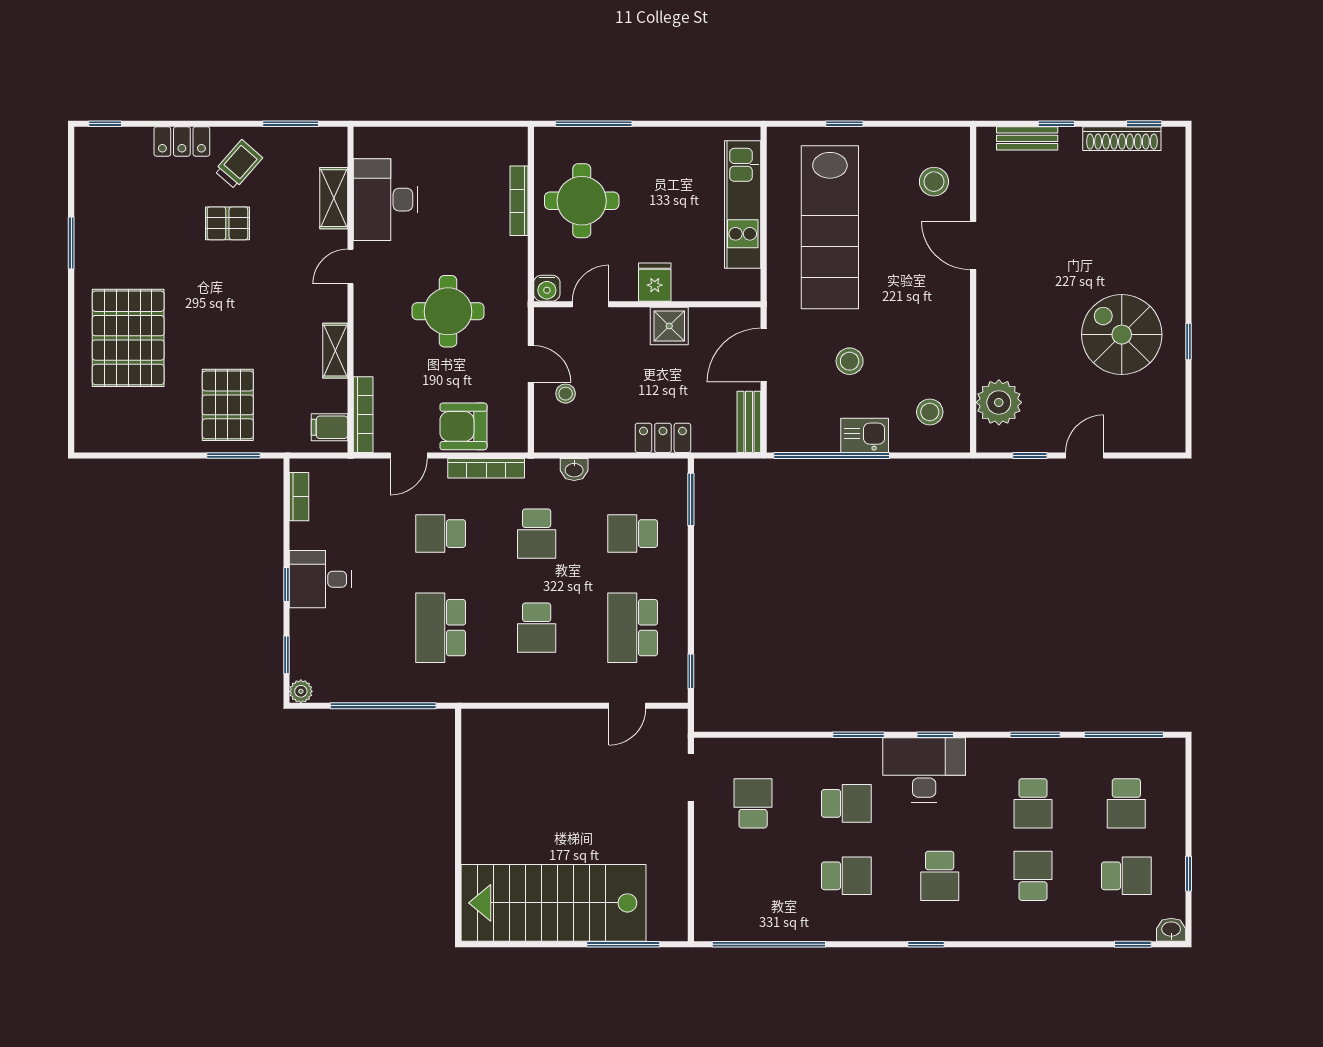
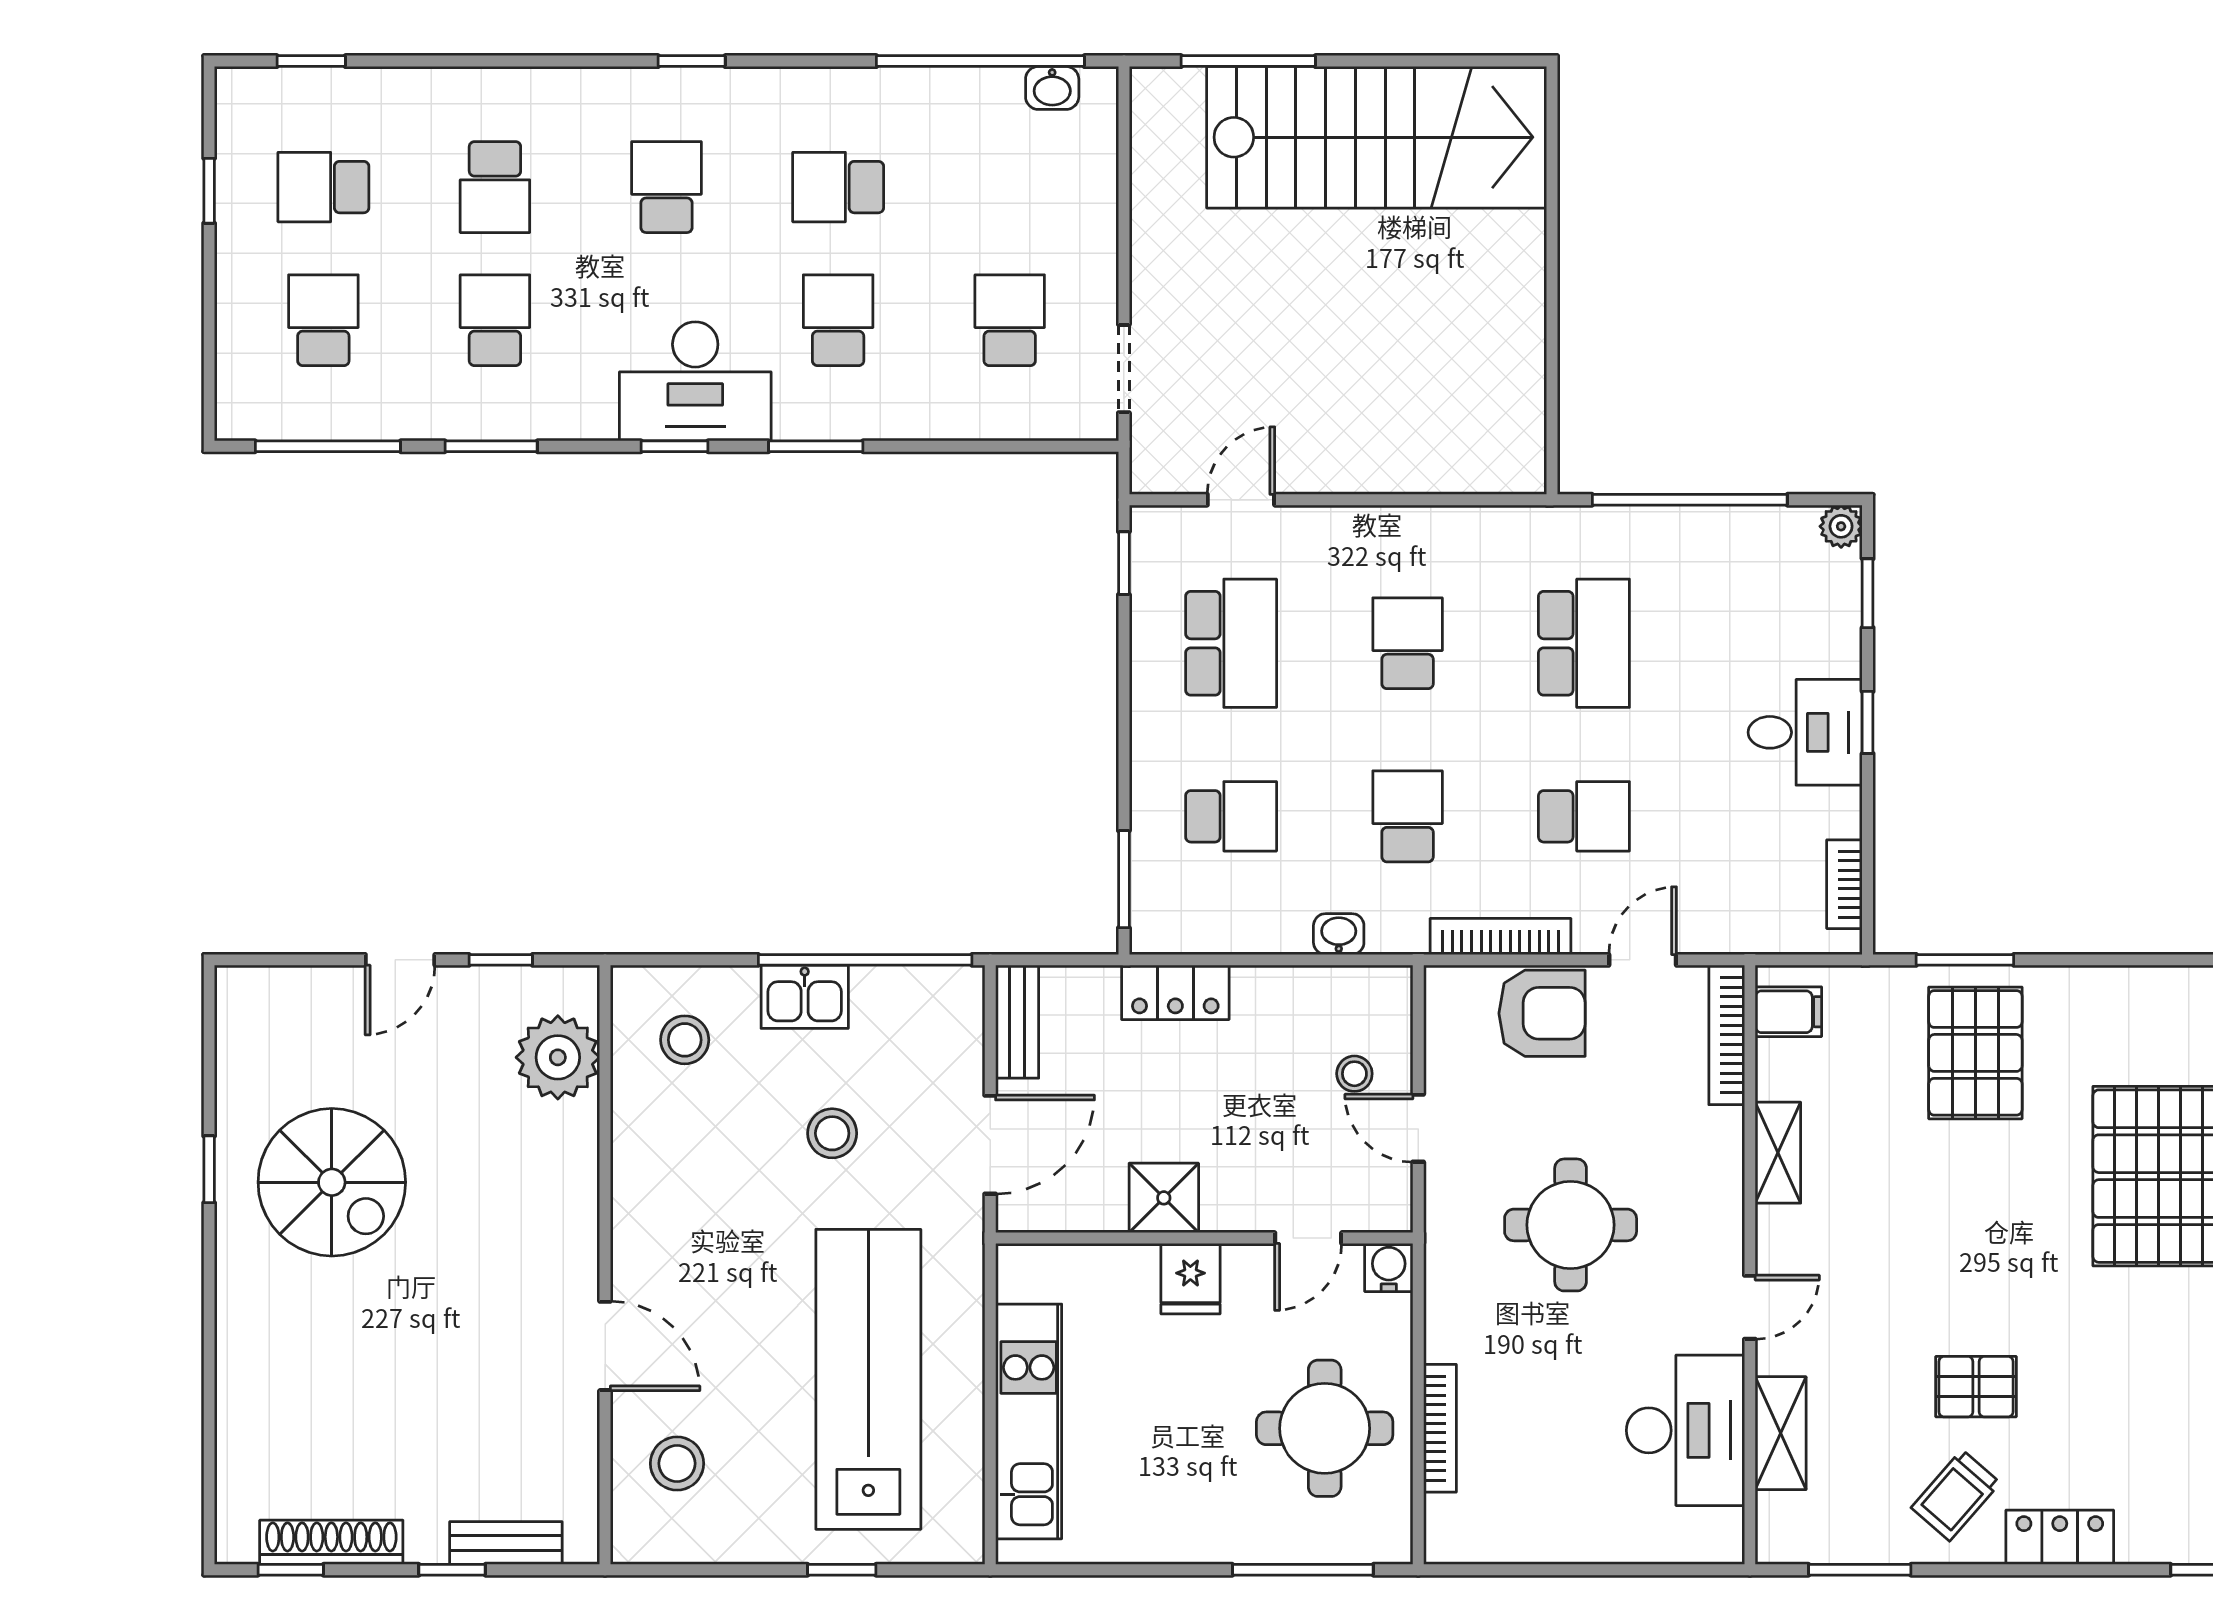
school desk: (753, 803) -> (1010, 320), turned 180
school desk: (846, 803) -> (838, 320), turned 90
washbasin: (1171, 930) -> (1052, 88), moved

